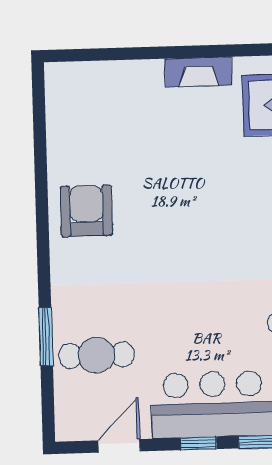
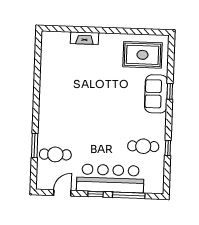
fireplace: (198, 72) -> (85, 38), moved
armchair: (86, 211) -> (55, 94), removed

